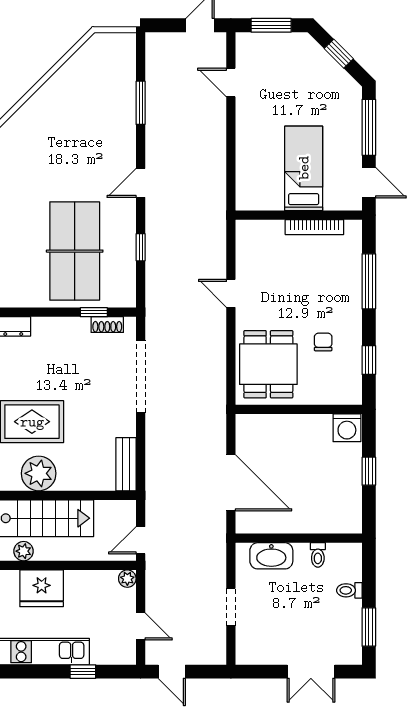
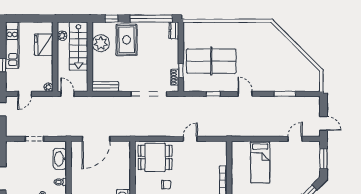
bed: (304, 168) -> (260, 162), moved, turned 90

